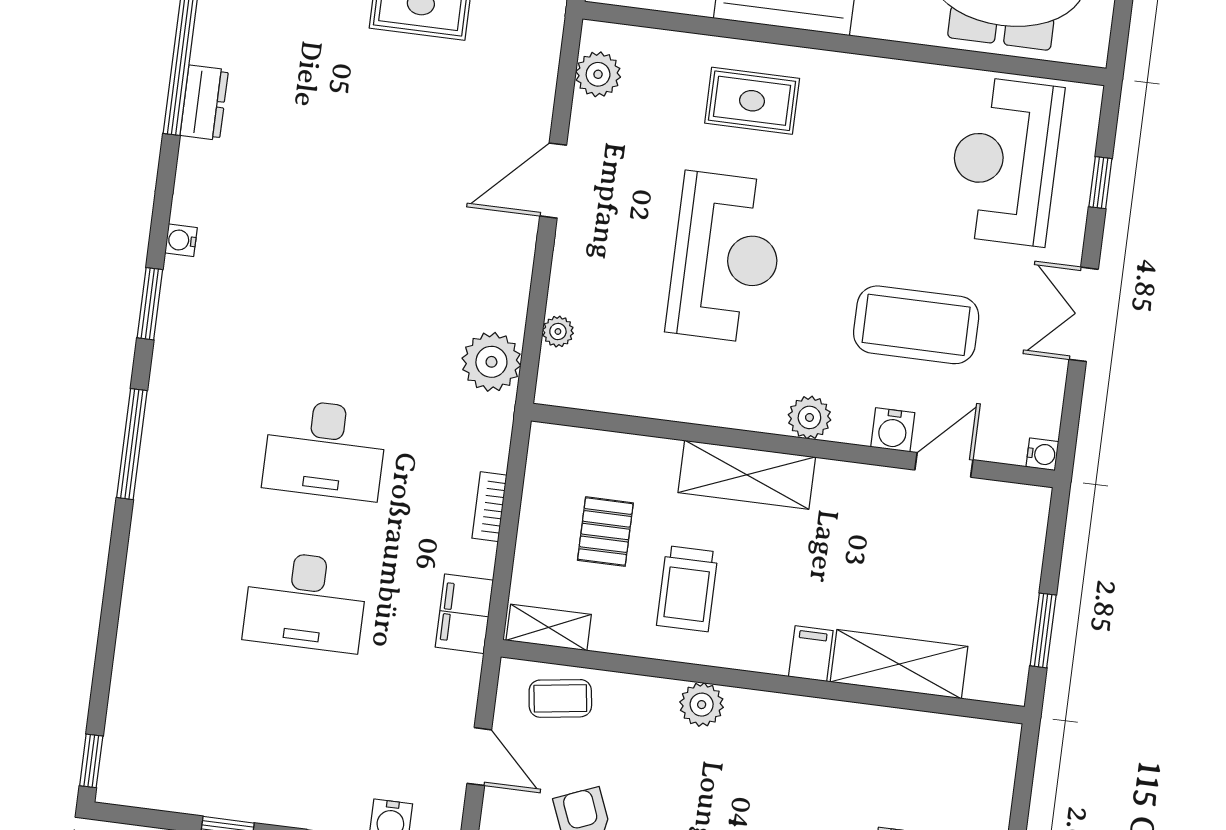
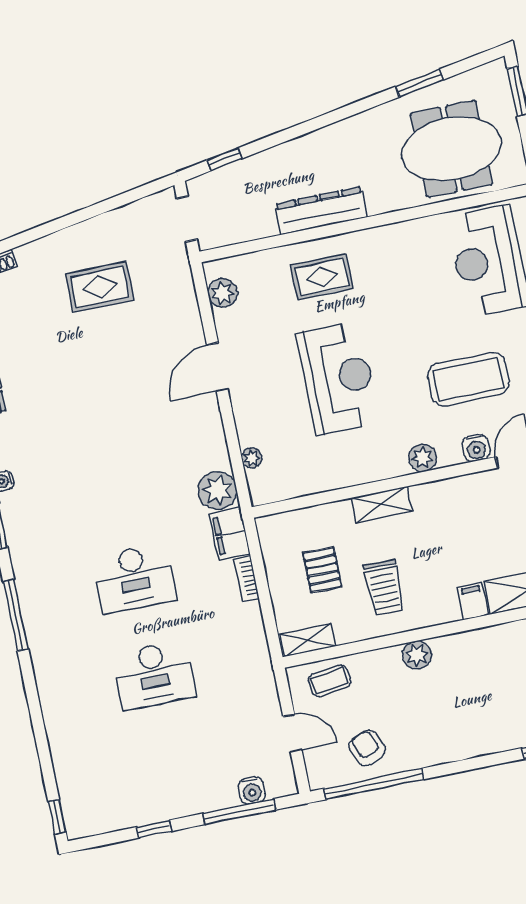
shelving: (747, 475) -> (382, 504), width x0.67, depth x0.75
filing cabinet: (464, 614) -> (230, 534), moved

